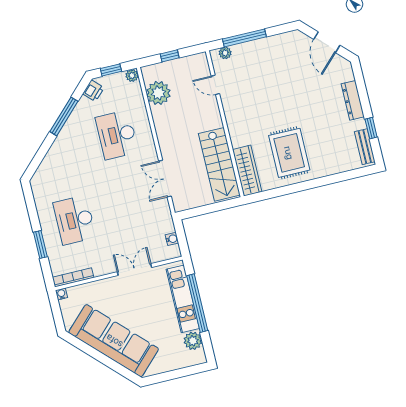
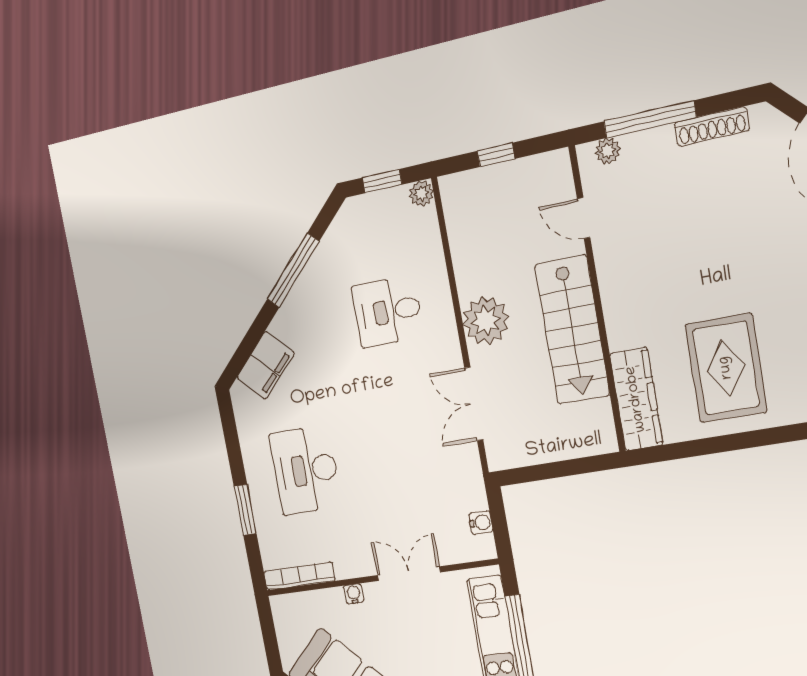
shoe rack: (274, 41) -> (712, 126), added
printer: (93, 91) -> (348, 222), removed
plant: (158, 93) -> (486, 321), moved
desk: (117, 135) -> (388, 312), width x0.73
stairs: (219, 164) -> (572, 330), moved
filing cabinet: (50, 166) -> (265, 365), added
water cooler: (61, 294) -> (354, 594), moved

